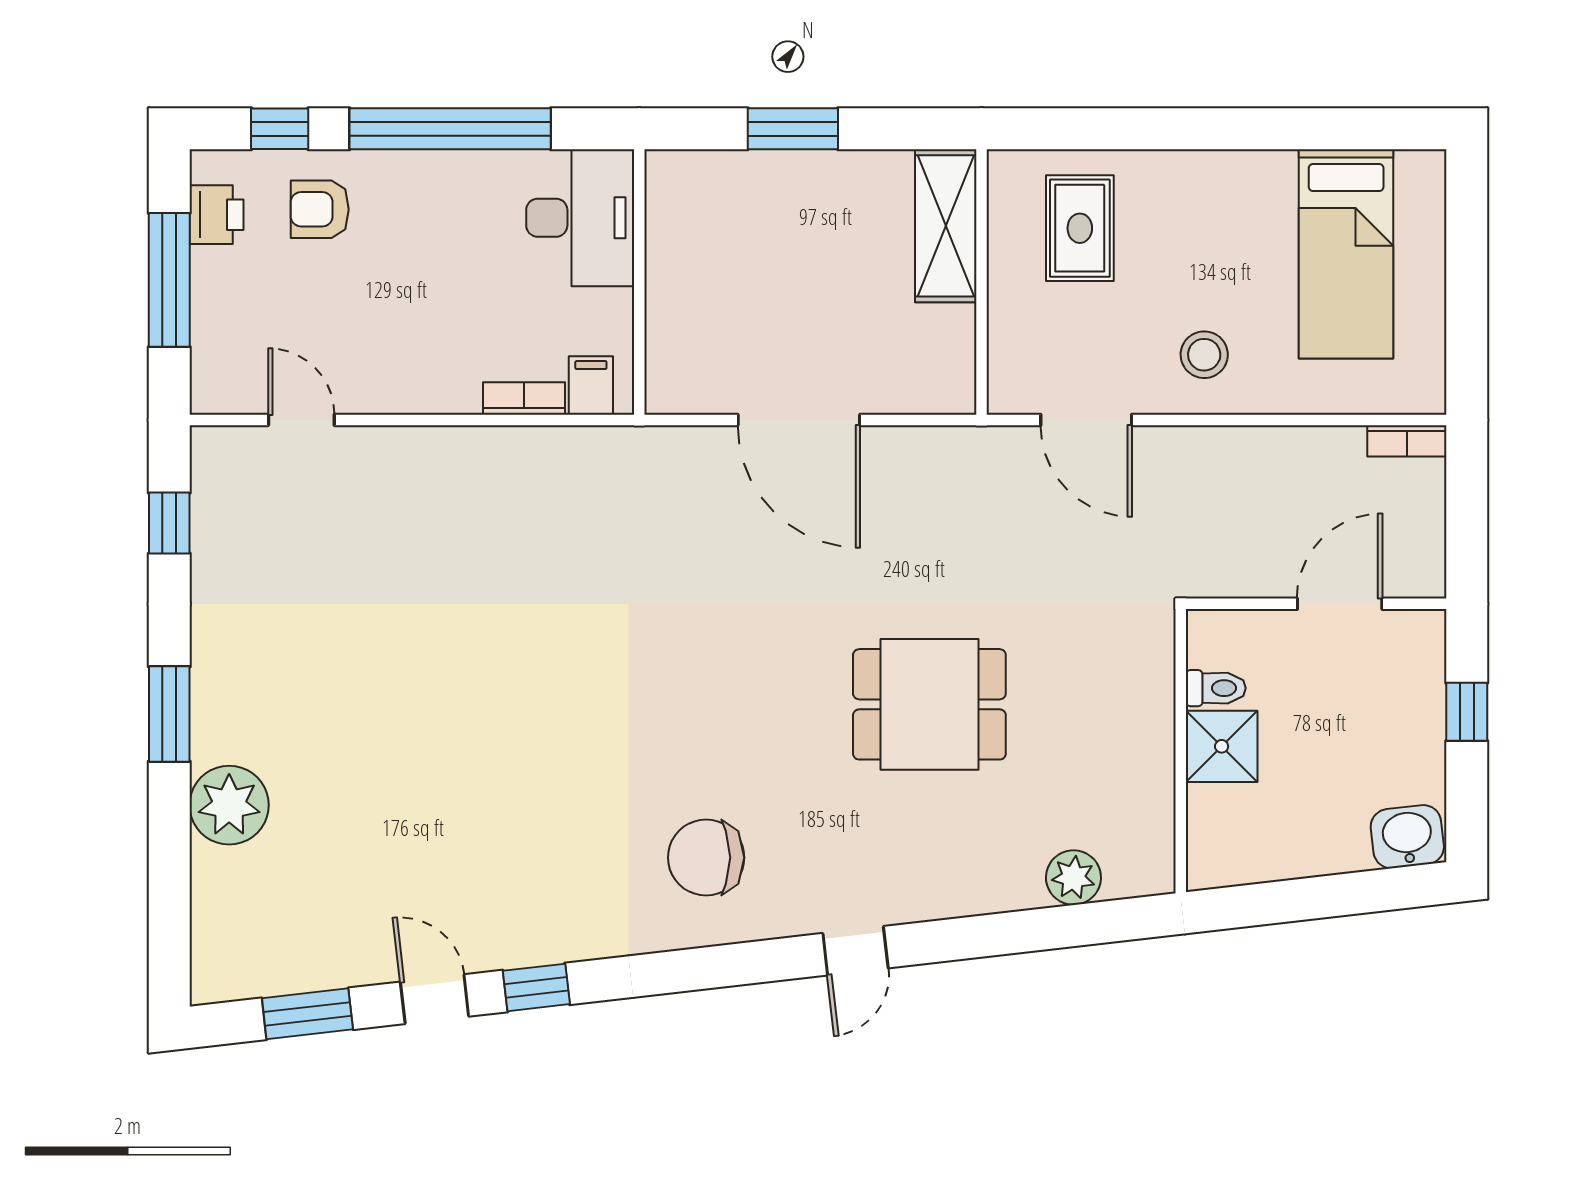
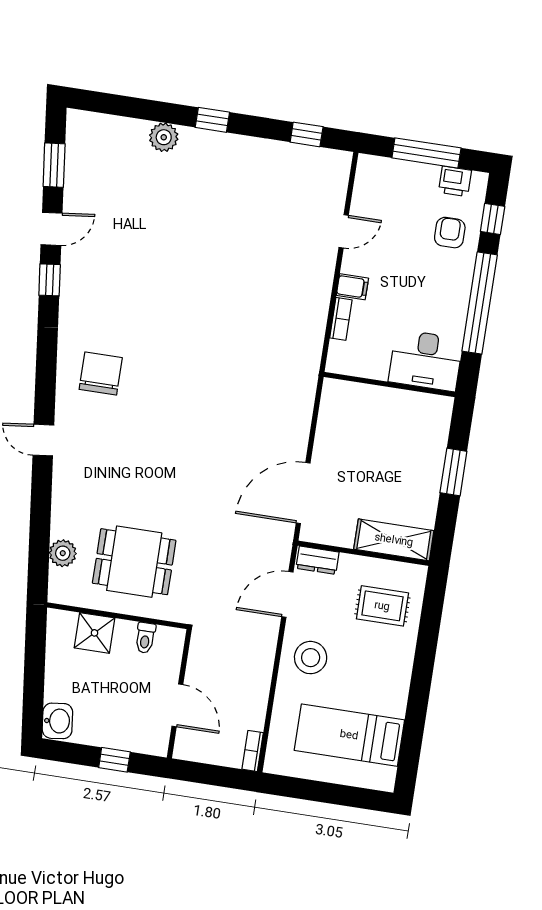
stool: (1204, 355) -> (311, 658), width x1.38, depth x1.38
dresser: (1009, 371) -> (317, 560), added
filing cabinet: (591, 386) -> (352, 287), moved
door: (301, 420) -> (344, 231), moved
door: (799, 420) -> (303, 493), moved
dining table: (929, 704) -> (134, 562), moved, turned 90
window: (169, 714) -> (212, 120), width x0.67
shower: (1222, 746) -> (94, 633), moved
plant: (229, 805) -> (164, 137), width x0.73, depth x0.73

